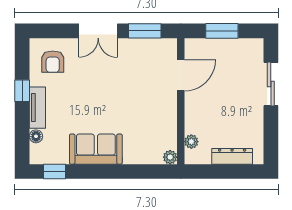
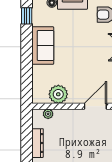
door: (181, 75) -> (95, 106), swing flipped
plant: (170, 157) -> (58, 94), moved, width x1.87, depth x1.87

